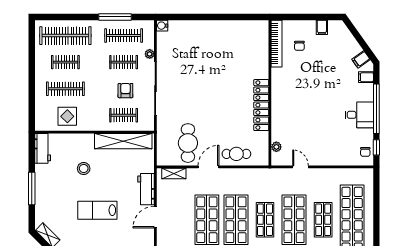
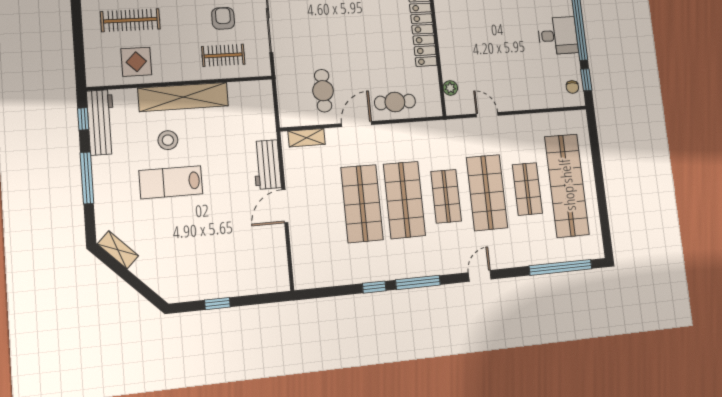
shelving: (123, 141) -> (183, 97), moved
cafe table: (188, 143) -> (323, 91), width x0.73, depth x0.74
workbench: (43, 148) -> (101, 122), width x1.38
window: (32, 151) -> (83, 119), added
lab bench: (97, 210) -> (171, 182), moved

